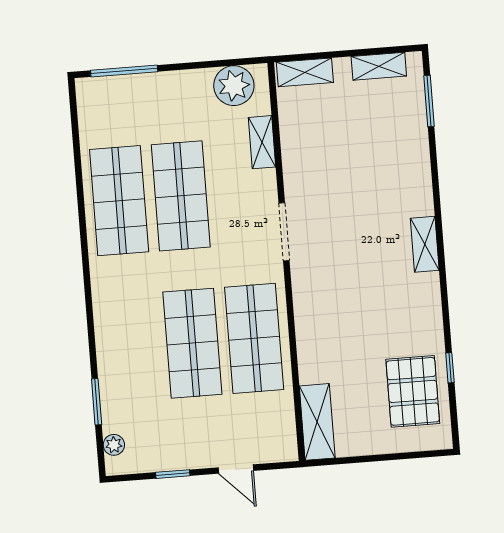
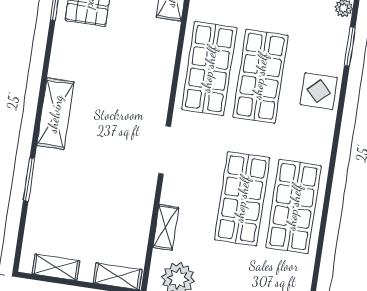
window: (429, 101) -> (29, 180), moved
shelving: (425, 244) -> (55, 114), width x1.50, depth x1.33
display table: (121, 342) -> (319, 91), added

